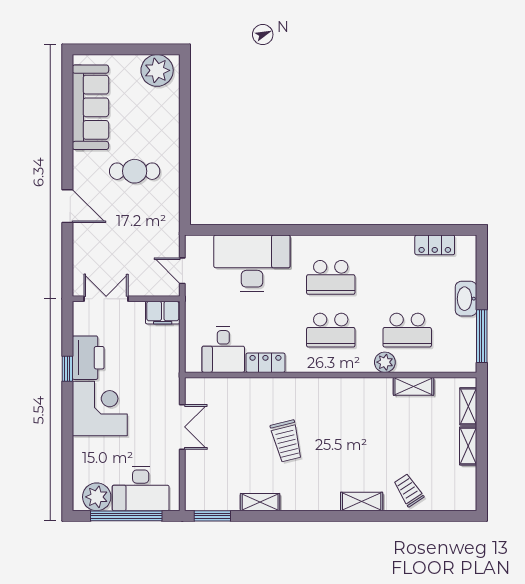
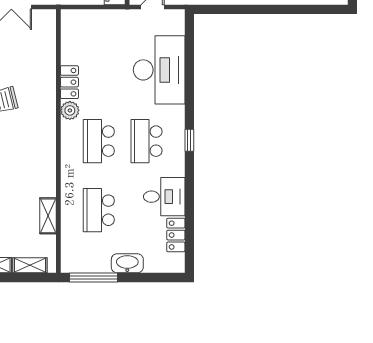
window: (330, 230) -> (189, 140), added
desk: (223, 350) -> (164, 197), moved, turned 180
plant: (385, 362) -> (70, 110), moved

